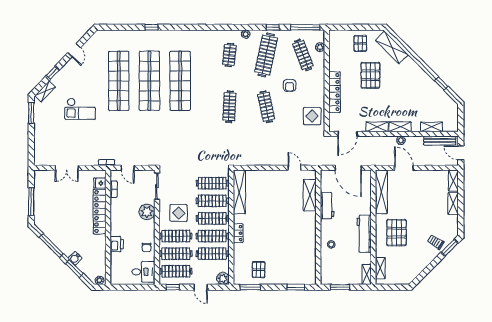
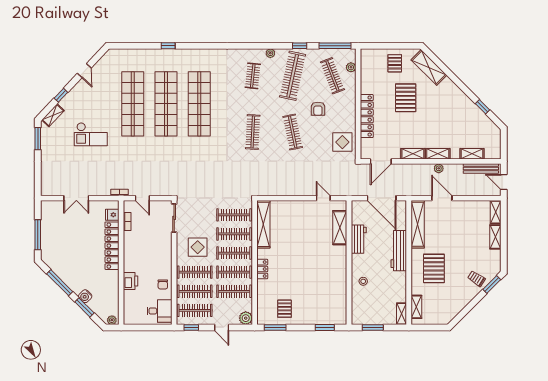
plant: (147, 212) -> (163, 246), removed
workbench: (364, 234) -> (399, 251), moved

